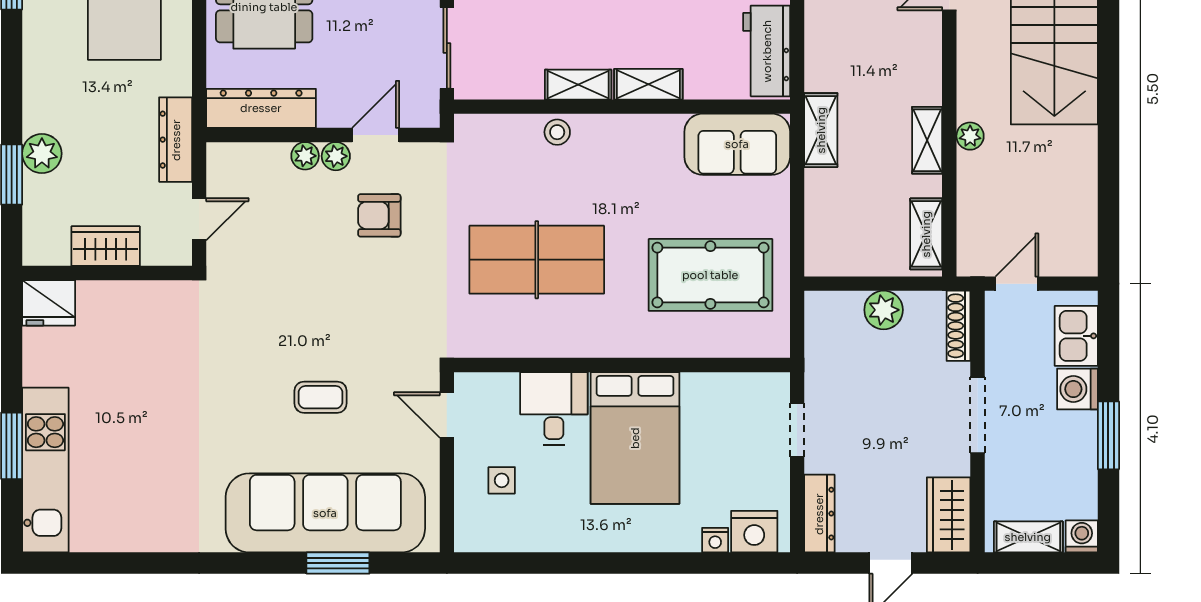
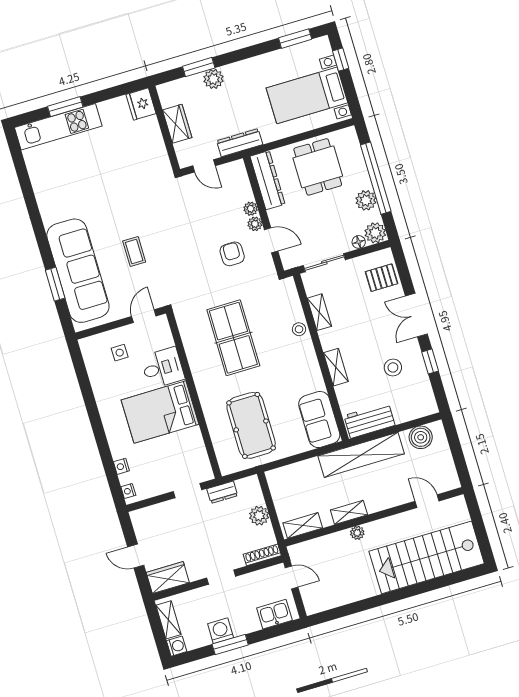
shelving: (578, 85) -> (319, 312), moved
shelving: (821, 130) -> (361, 455), width x2.20, depth x1.33
washing machine: (1077, 389) -> (221, 631), moved
doorway: (978, 415) -> (221, 577), width x0.73
dresser: (819, 514) -> (222, 492), moved, width x0.70
nightstand: (754, 532) -> (128, 491), width x0.53, depth x0.56

